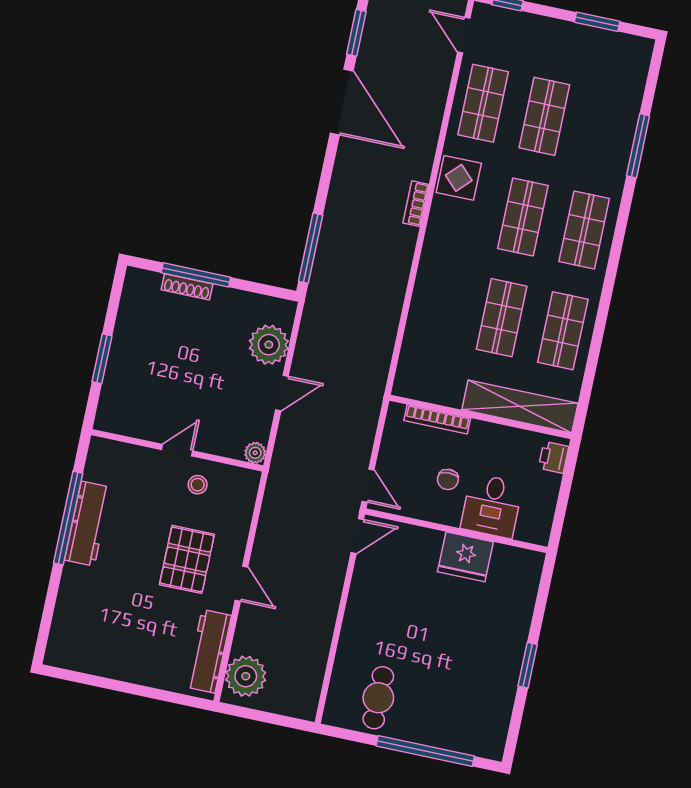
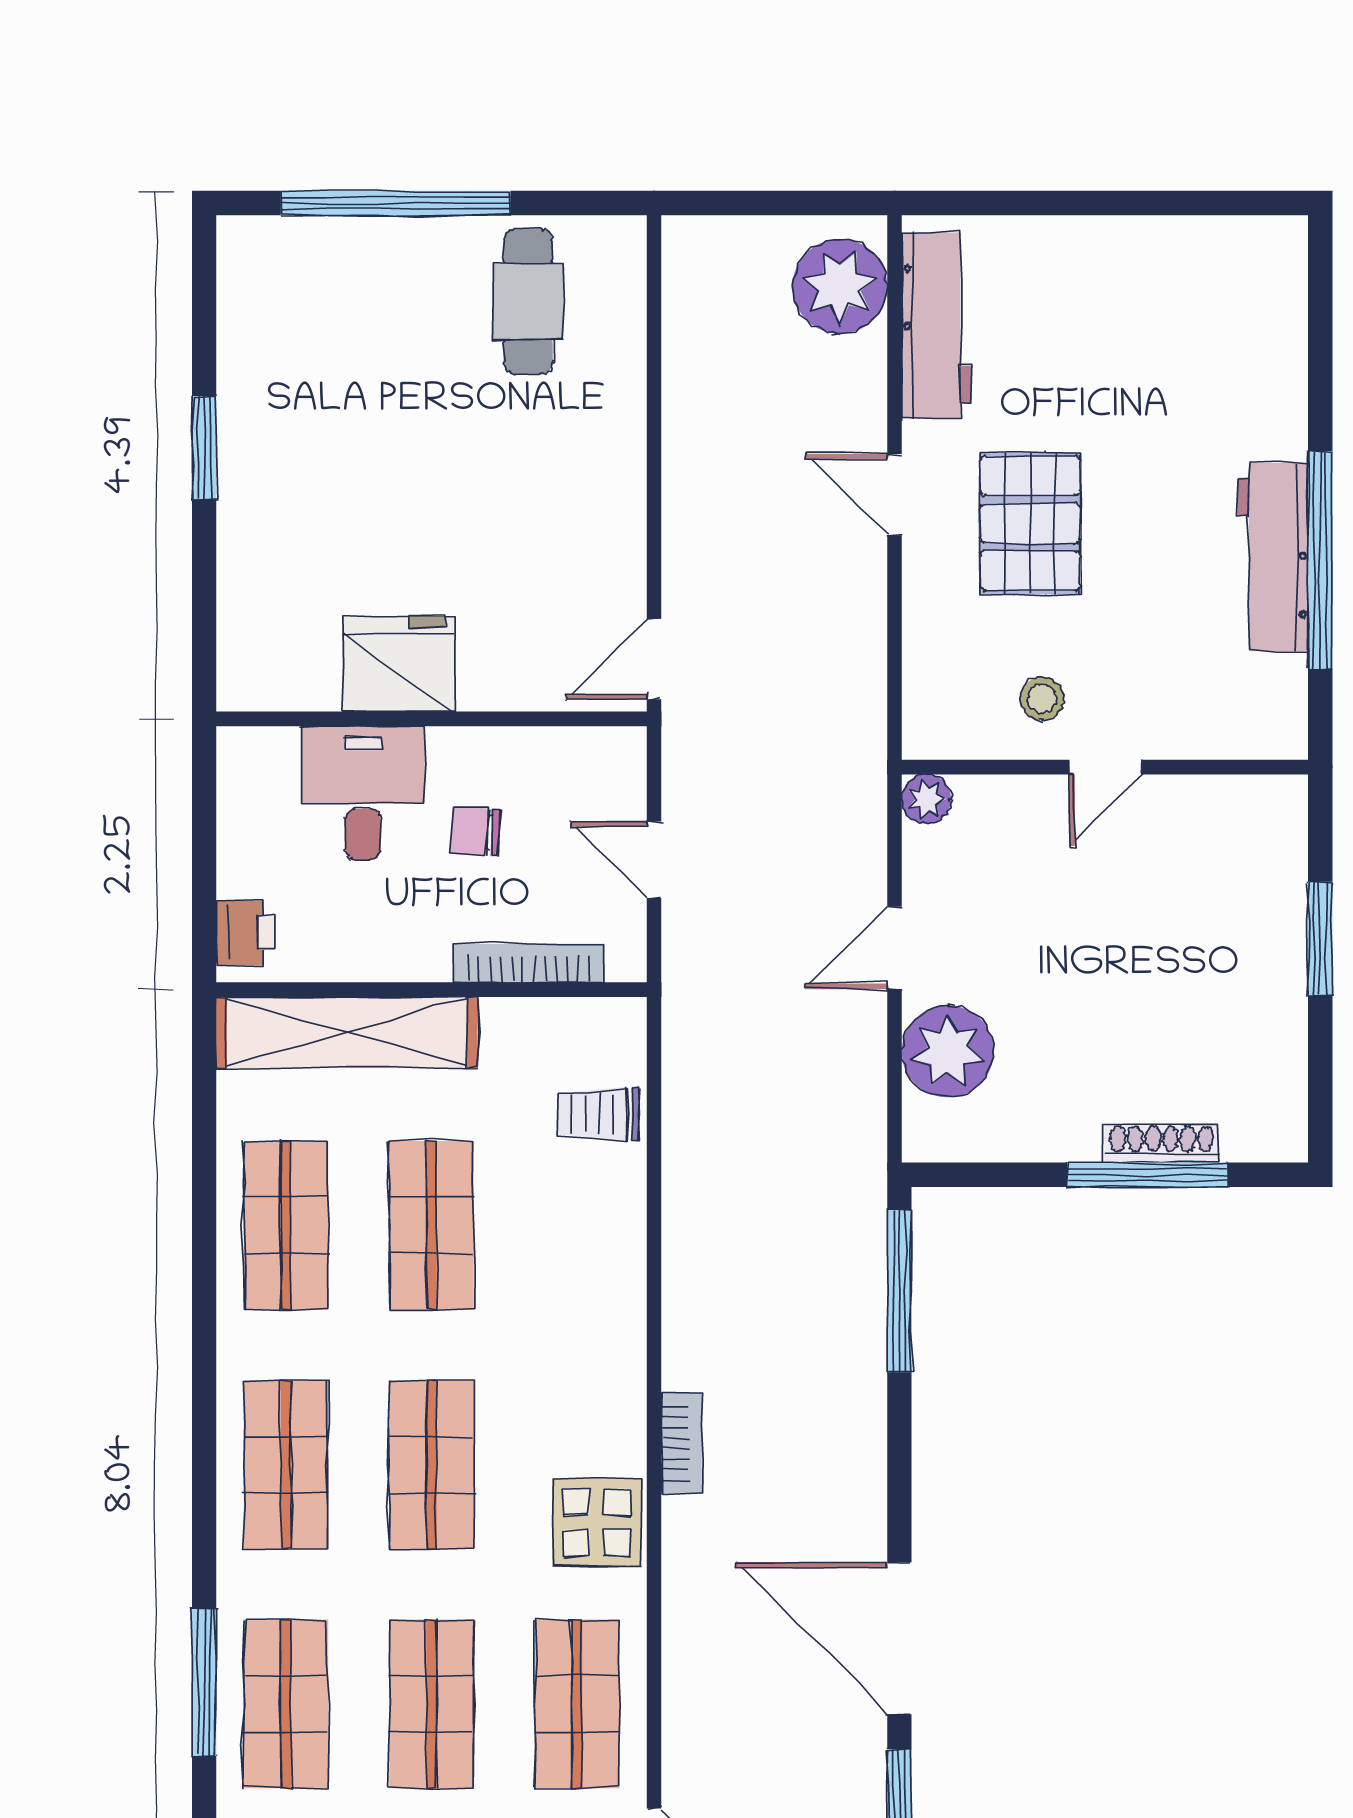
shop shelf: (606, 129) -> (286, 1704), added
trolley: (422, 350) -> (598, 1114), added
chair: (448, 479) -> (475, 831), turned -87
door: (368, 486) -> (654, 860), moved

